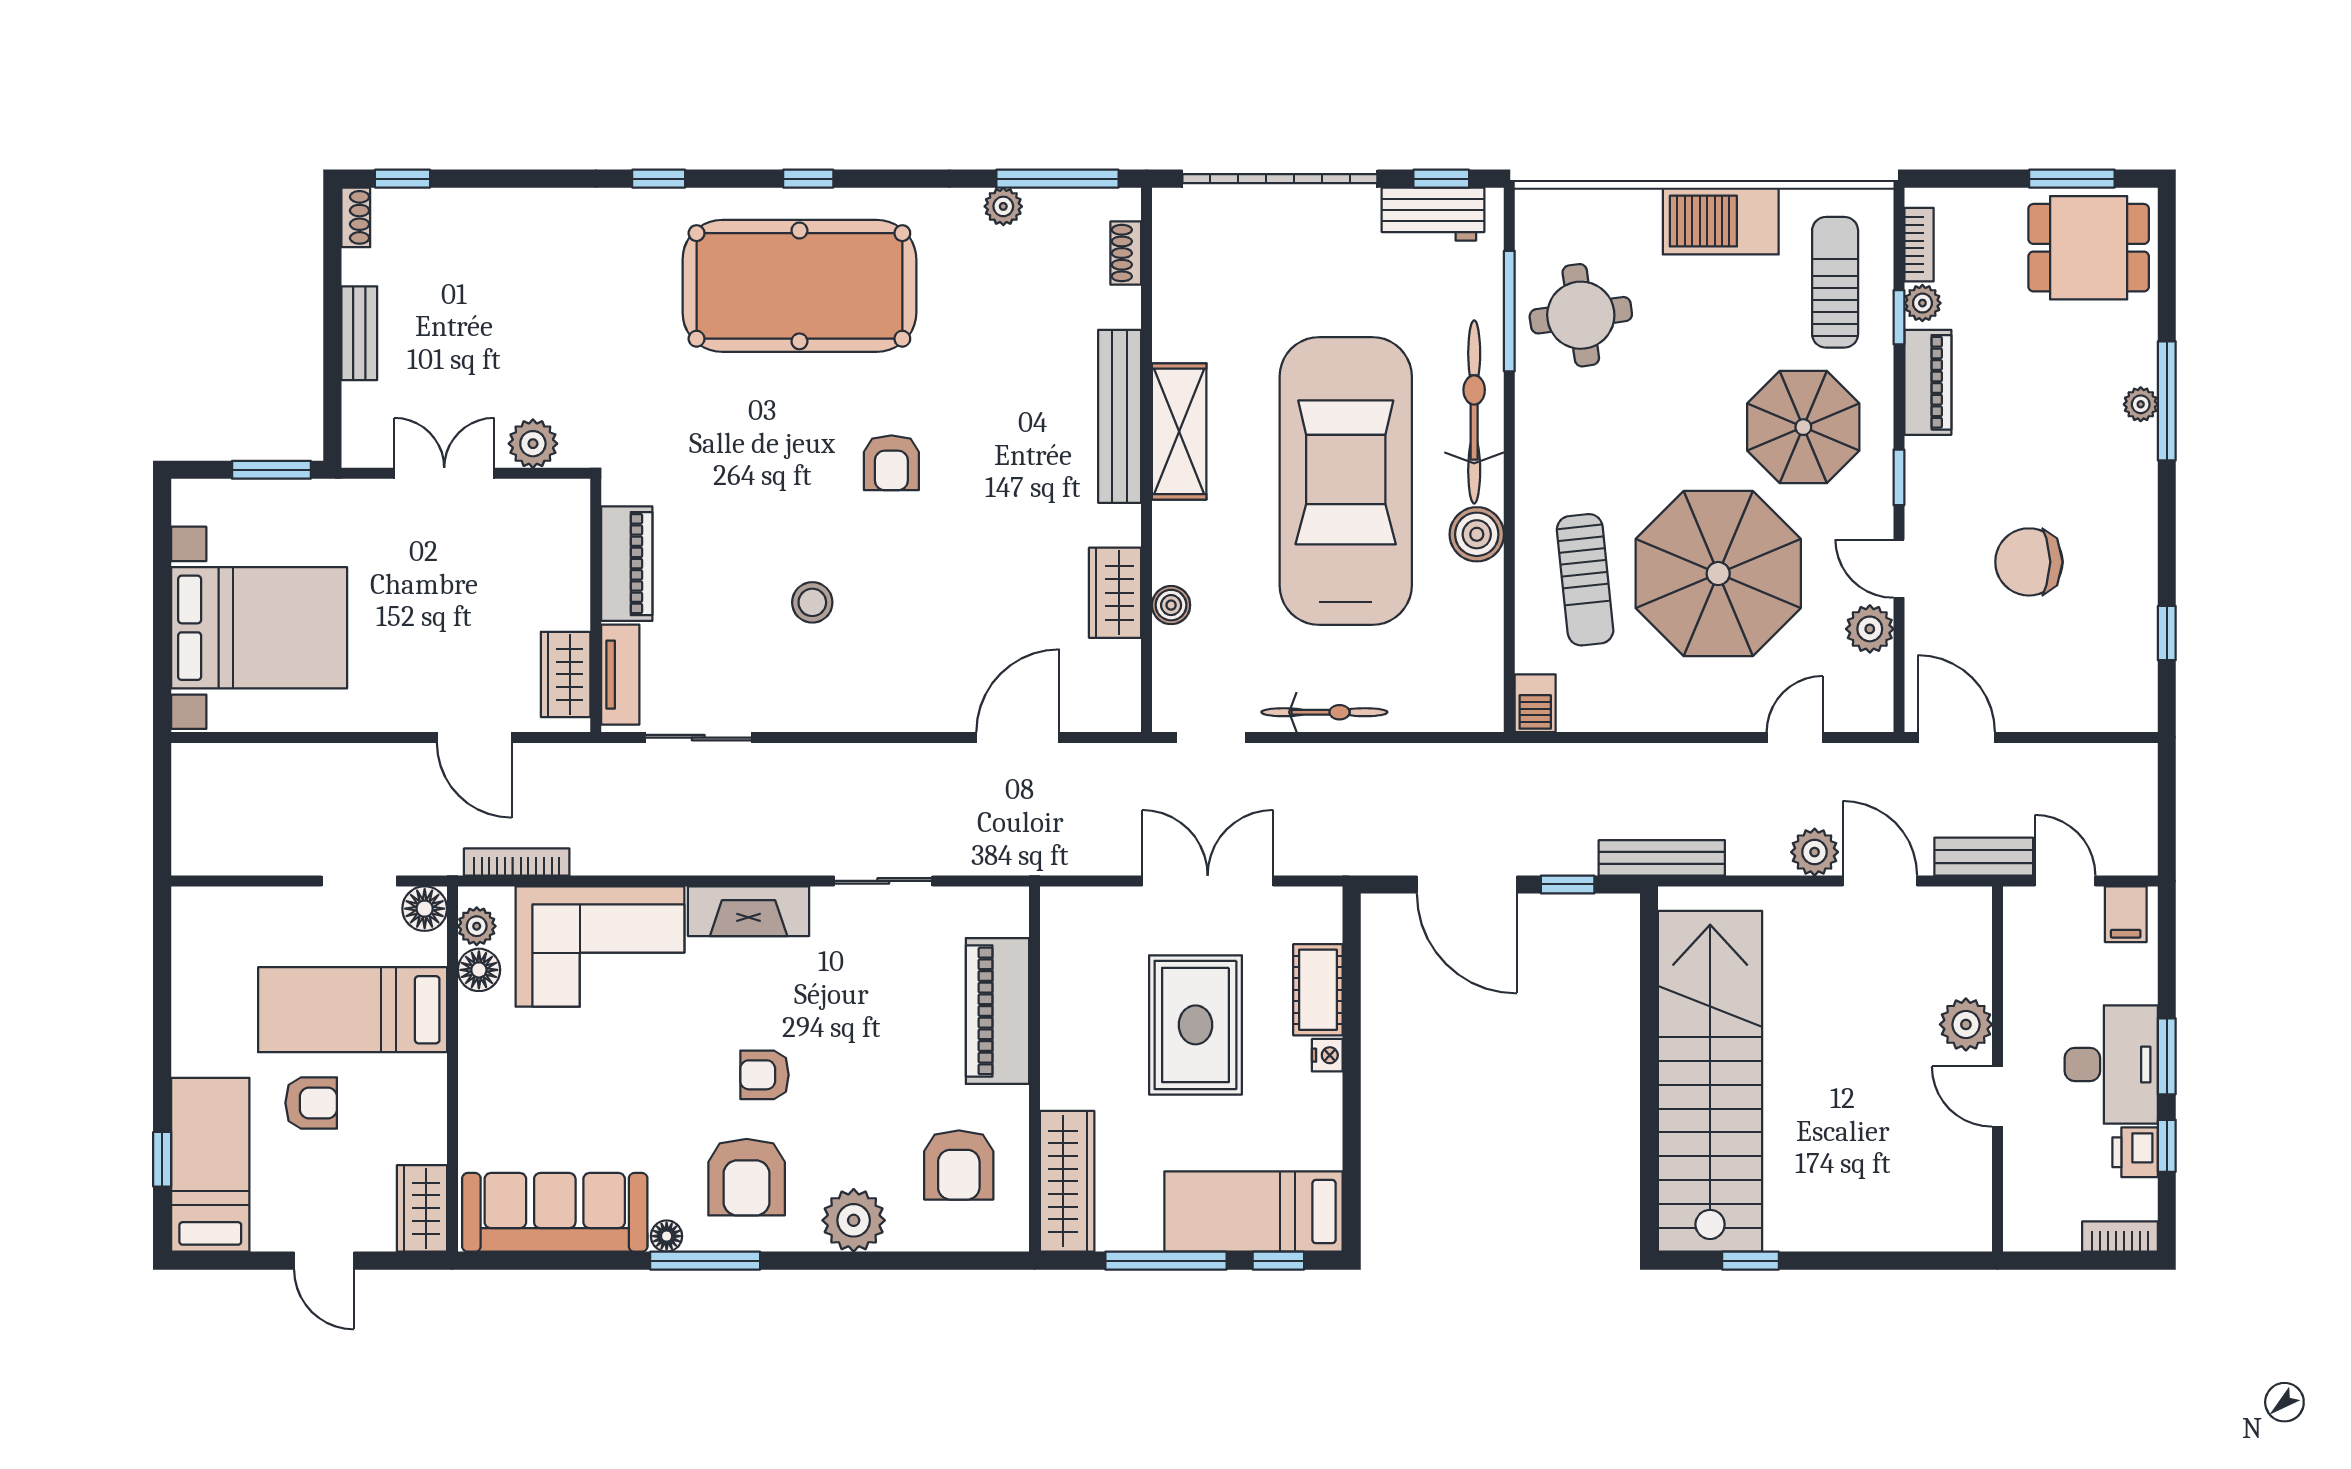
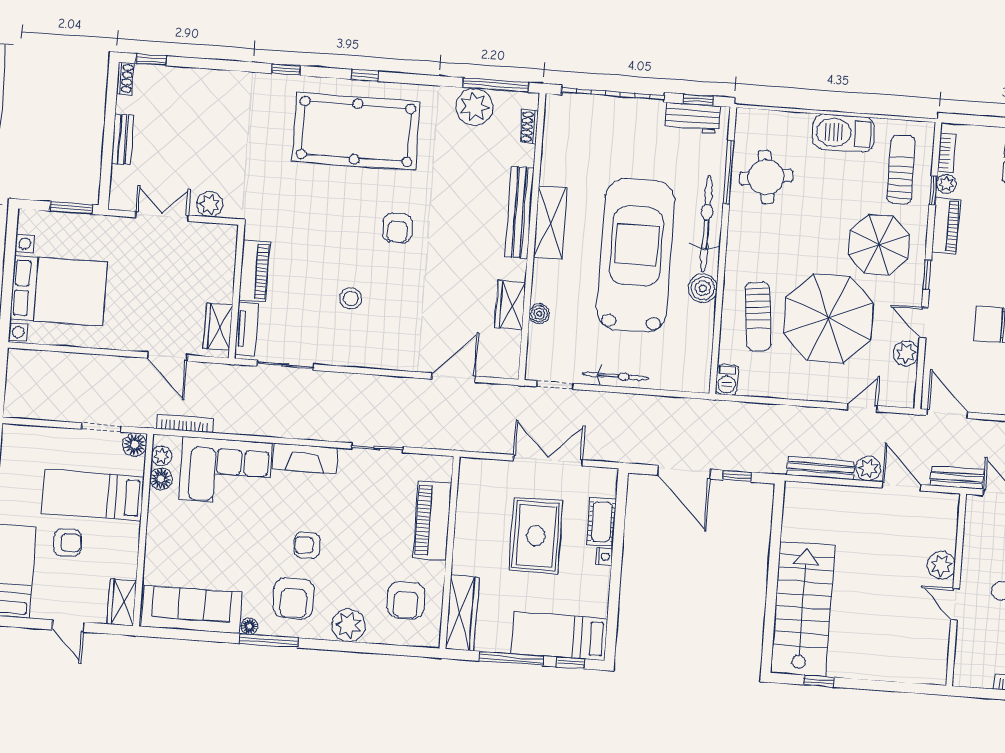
plant: (1003, 206) -> (474, 107), width x1.87, depth x1.87
bench: (1662, 858) -> (821, 468), moved
stairs: (1710, 1081) -> (803, 609), width x0.73

